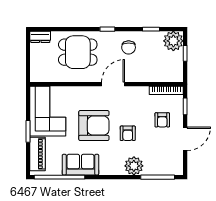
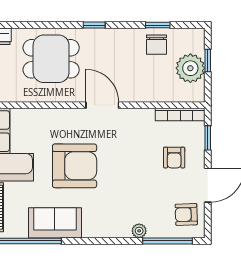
plant: (173, 41) -> (190, 68), moved
chair: (129, 47) -> (156, 45), moved
door: (113, 84) -> (102, 105), hinge flipped
armchair: (128, 133) -> (186, 214), moved, turned 88
plant: (134, 166) -> (139, 231), width x0.53, depth x0.53

